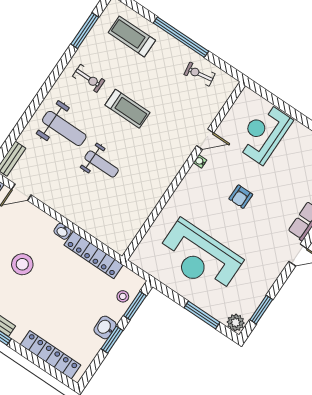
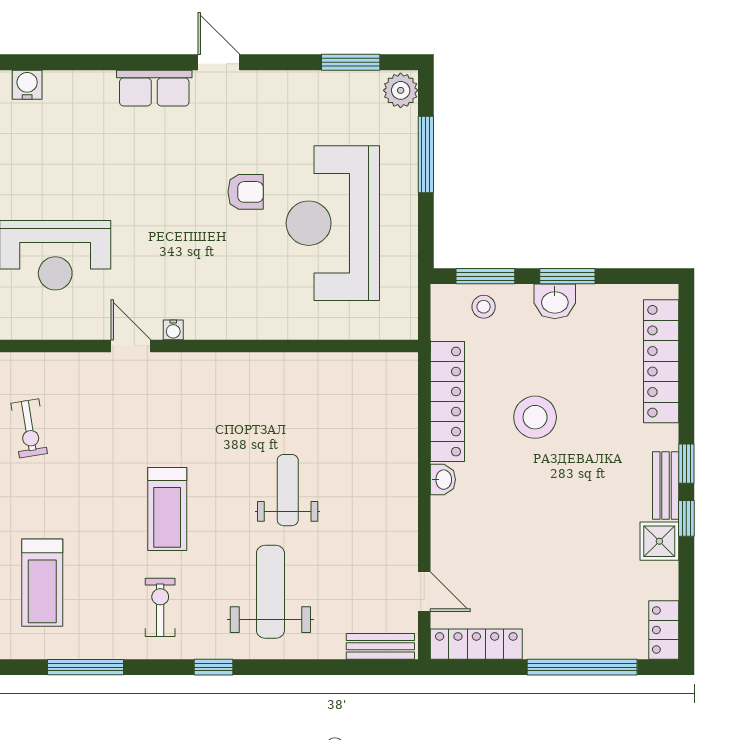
window: (49, 84) -> (213, 667), added
treadmill: (127, 109) -> (167, 509), turned 180
armchair: (241, 197) -> (246, 192), moved
reception desk: (200, 257) -> (333, 223), turned 180
stool: (22, 264) -> (535, 417), moved

